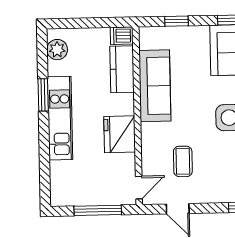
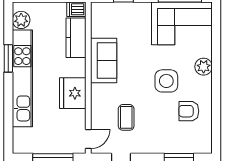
sofa: (155, 86) -> (104, 61), width x0.73
kitchen unit: (60, 118) -> (22, 78), width x1.36

